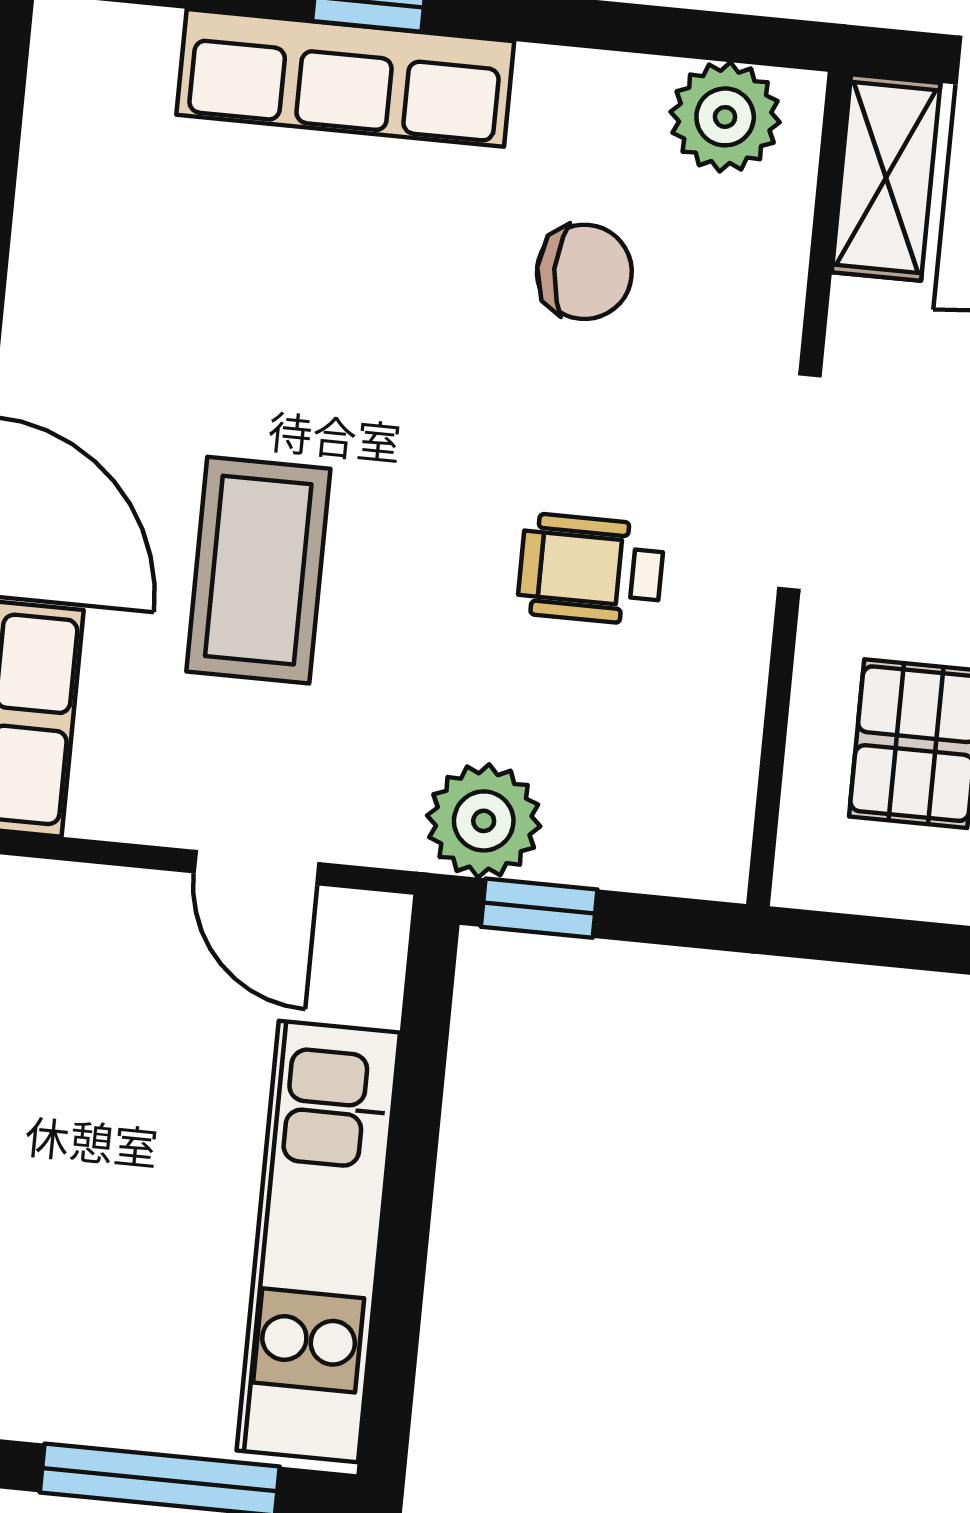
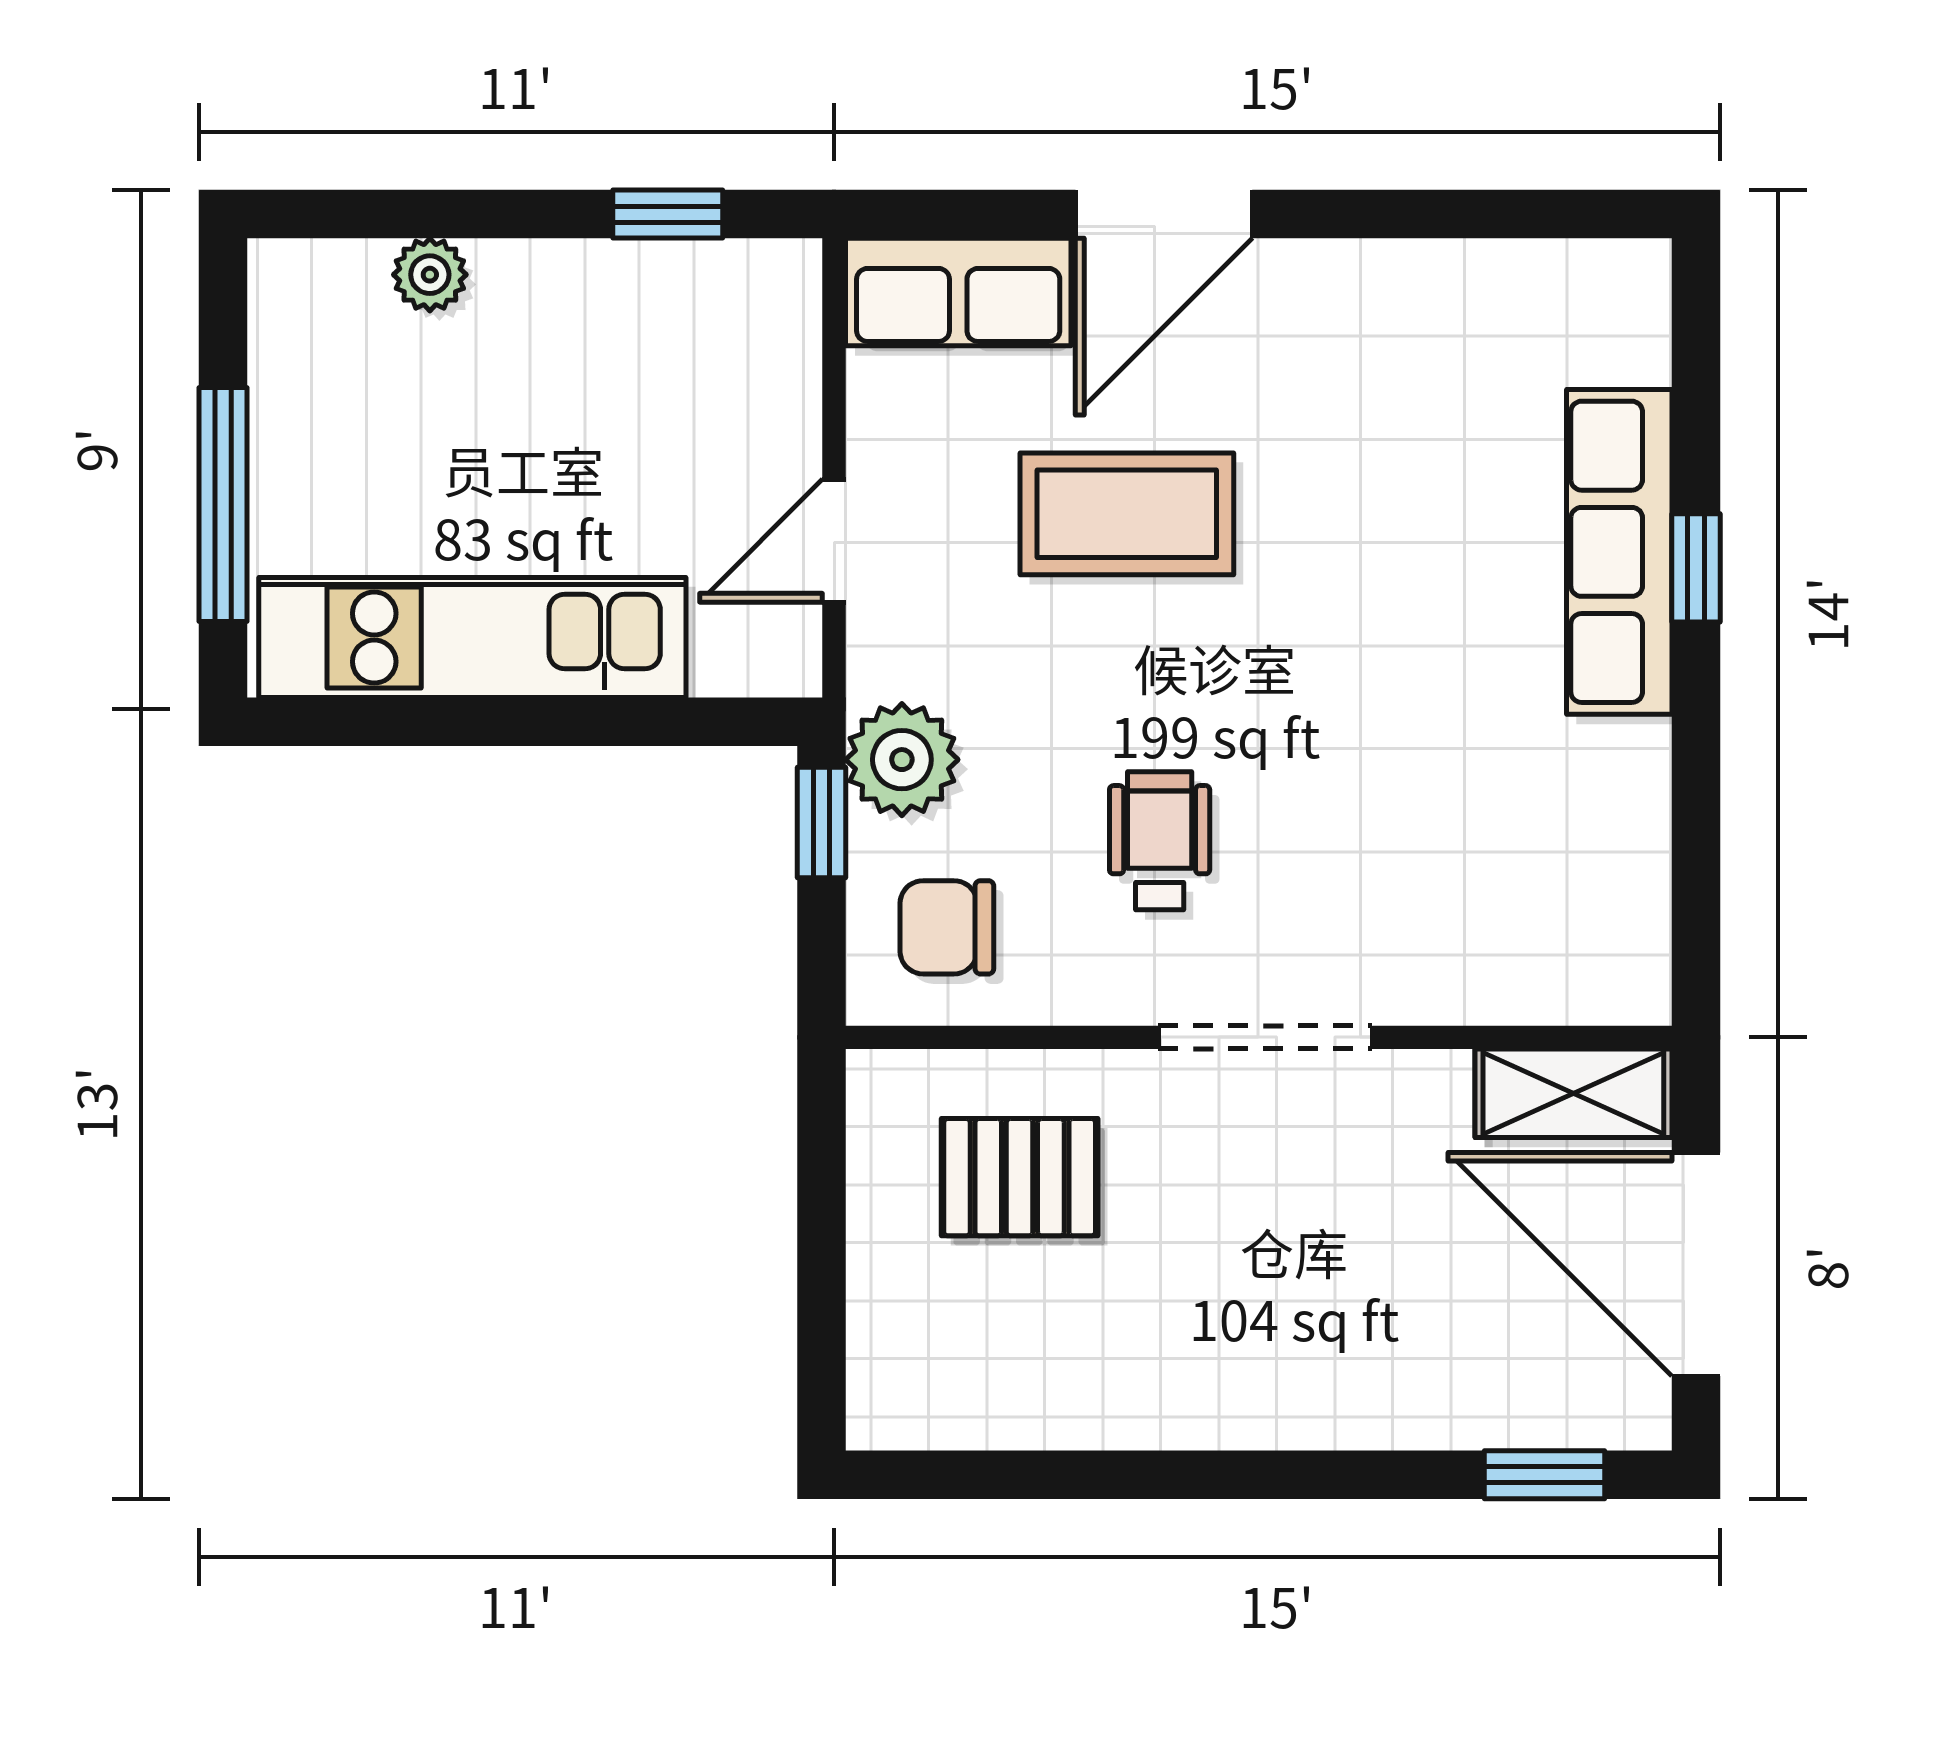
plant: (725, 117) -> (1618, 929), removed
chair: (584, 272) -> (947, 927), moved, turned 90

